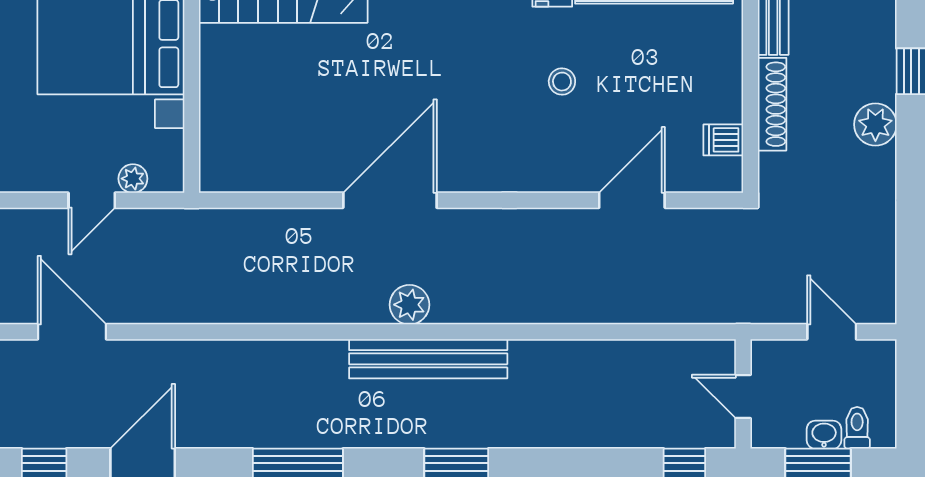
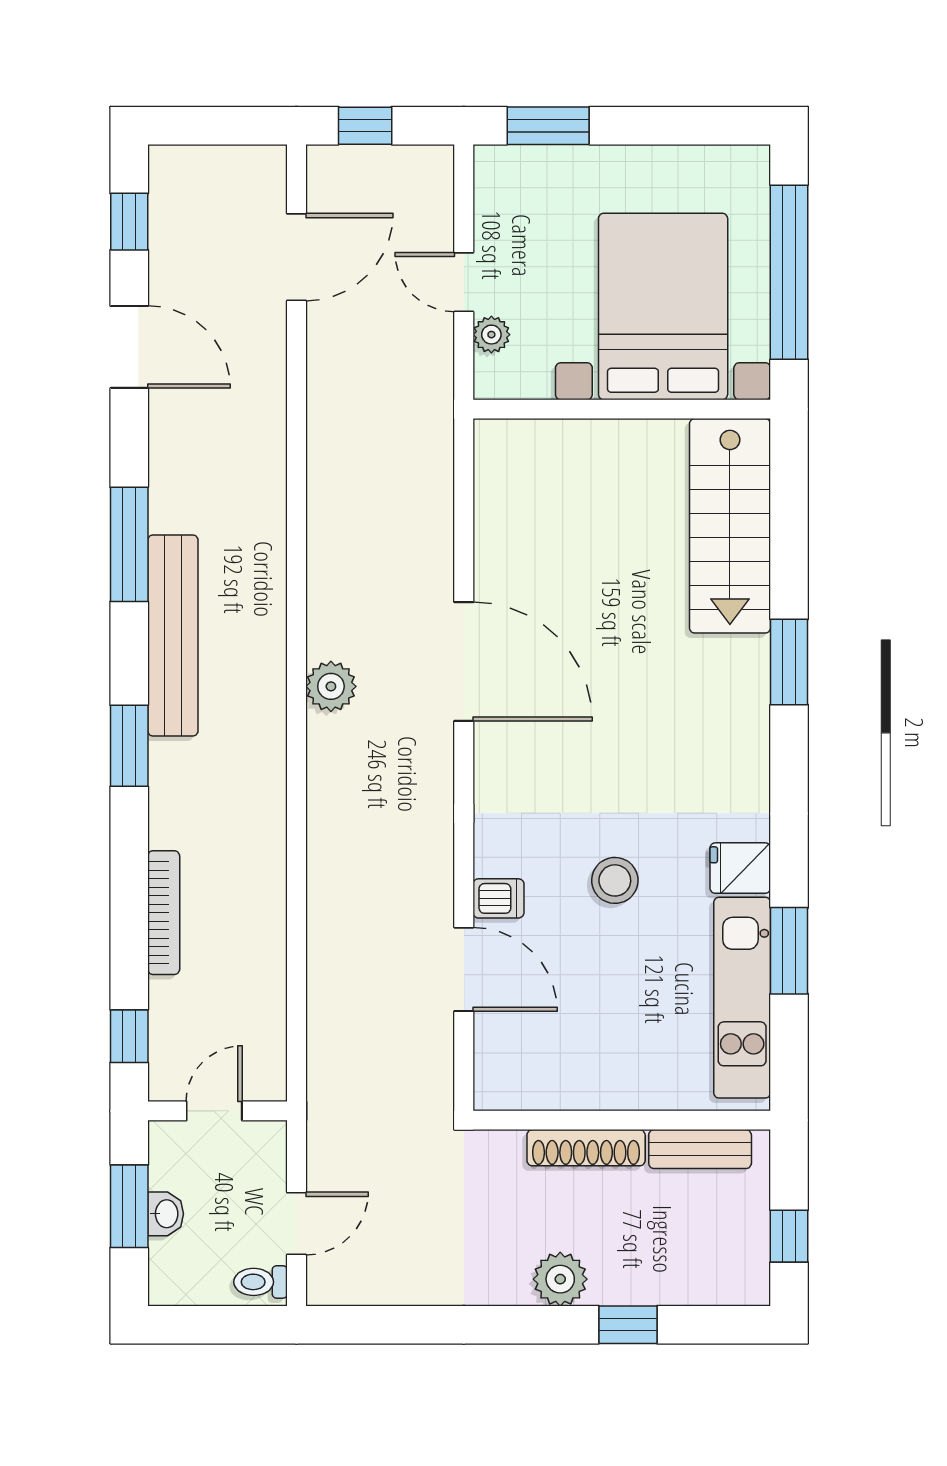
stool: (562, 82) -> (615, 880), width x1.37, depth x1.37
dishwasher: (723, 140) -> (498, 898), moved, turned 90
bench: (428, 359) -> (173, 636), moved
toilet: (857, 428) -> (261, 1282), moved, turned 180
bookcase: (587, 436) -> (164, 913), added

